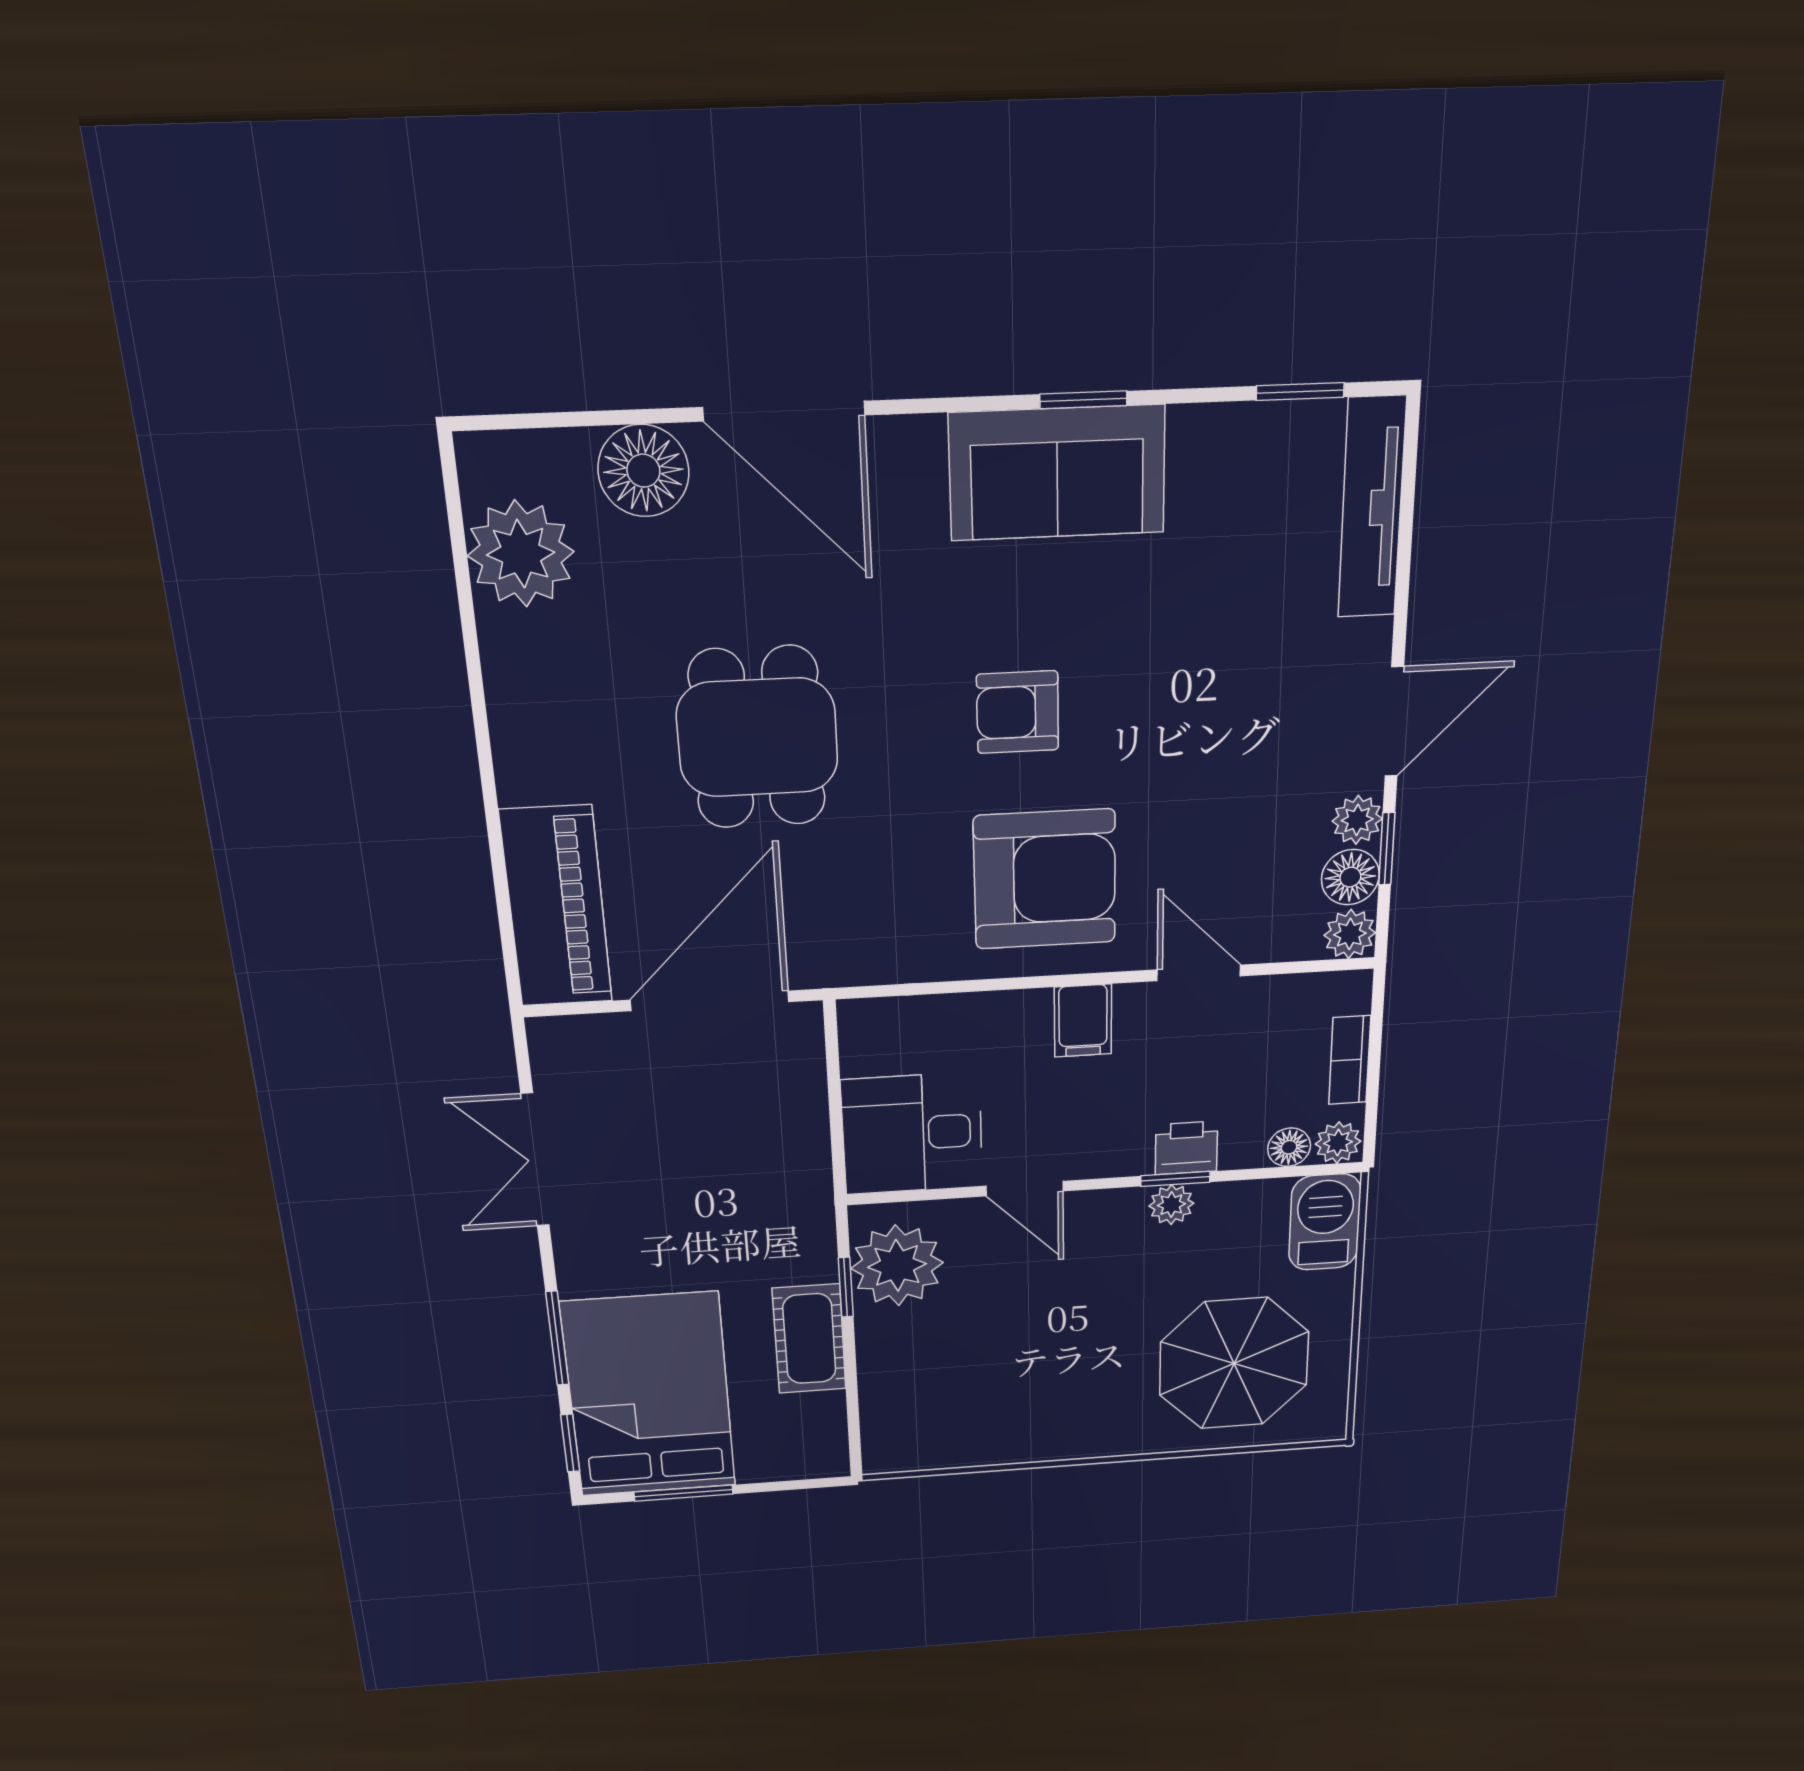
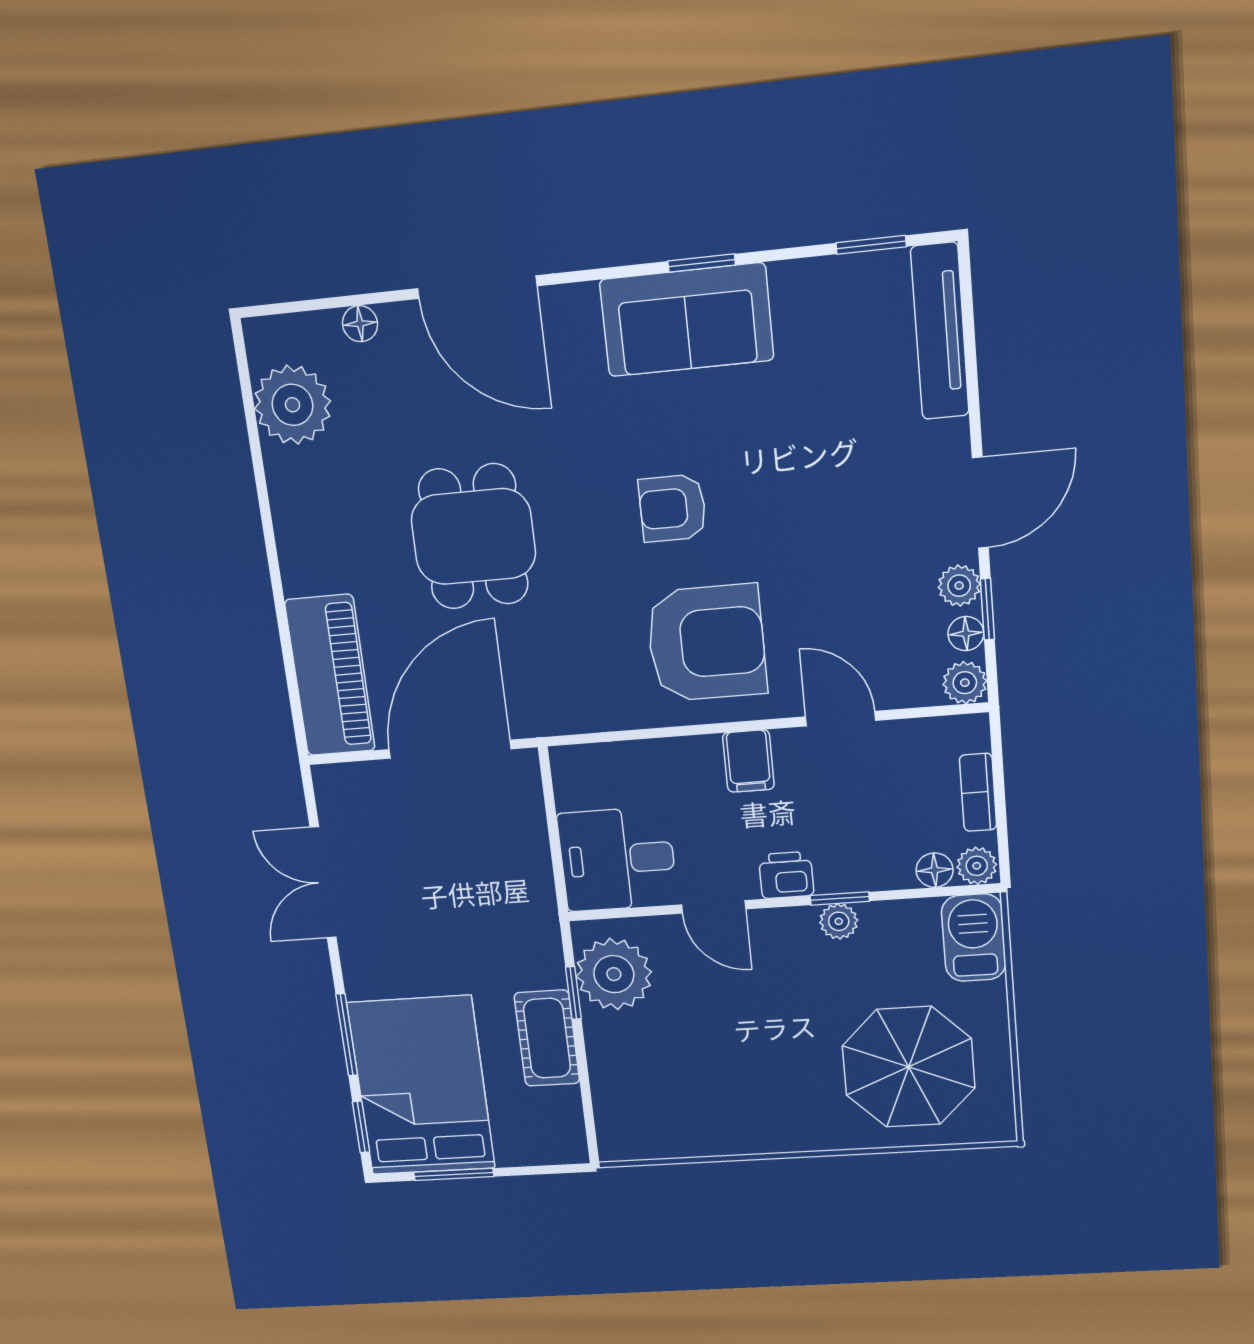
floor lamp: (643, 471) -> (360, 324), width x0.53, depth x0.53
floor lamp: (1350, 877) -> (966, 634), width x0.73, depth x0.73
printer: (1186, 1148) -> (786, 875), moved

